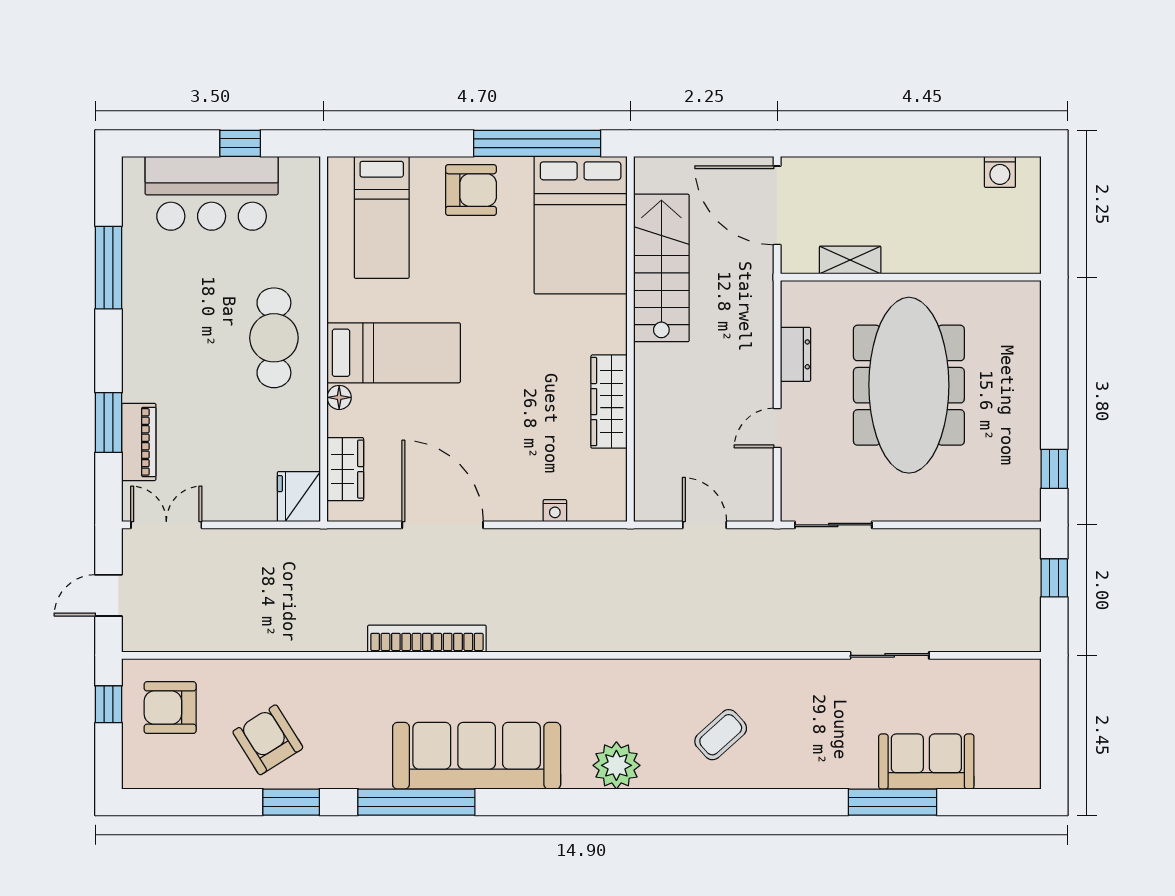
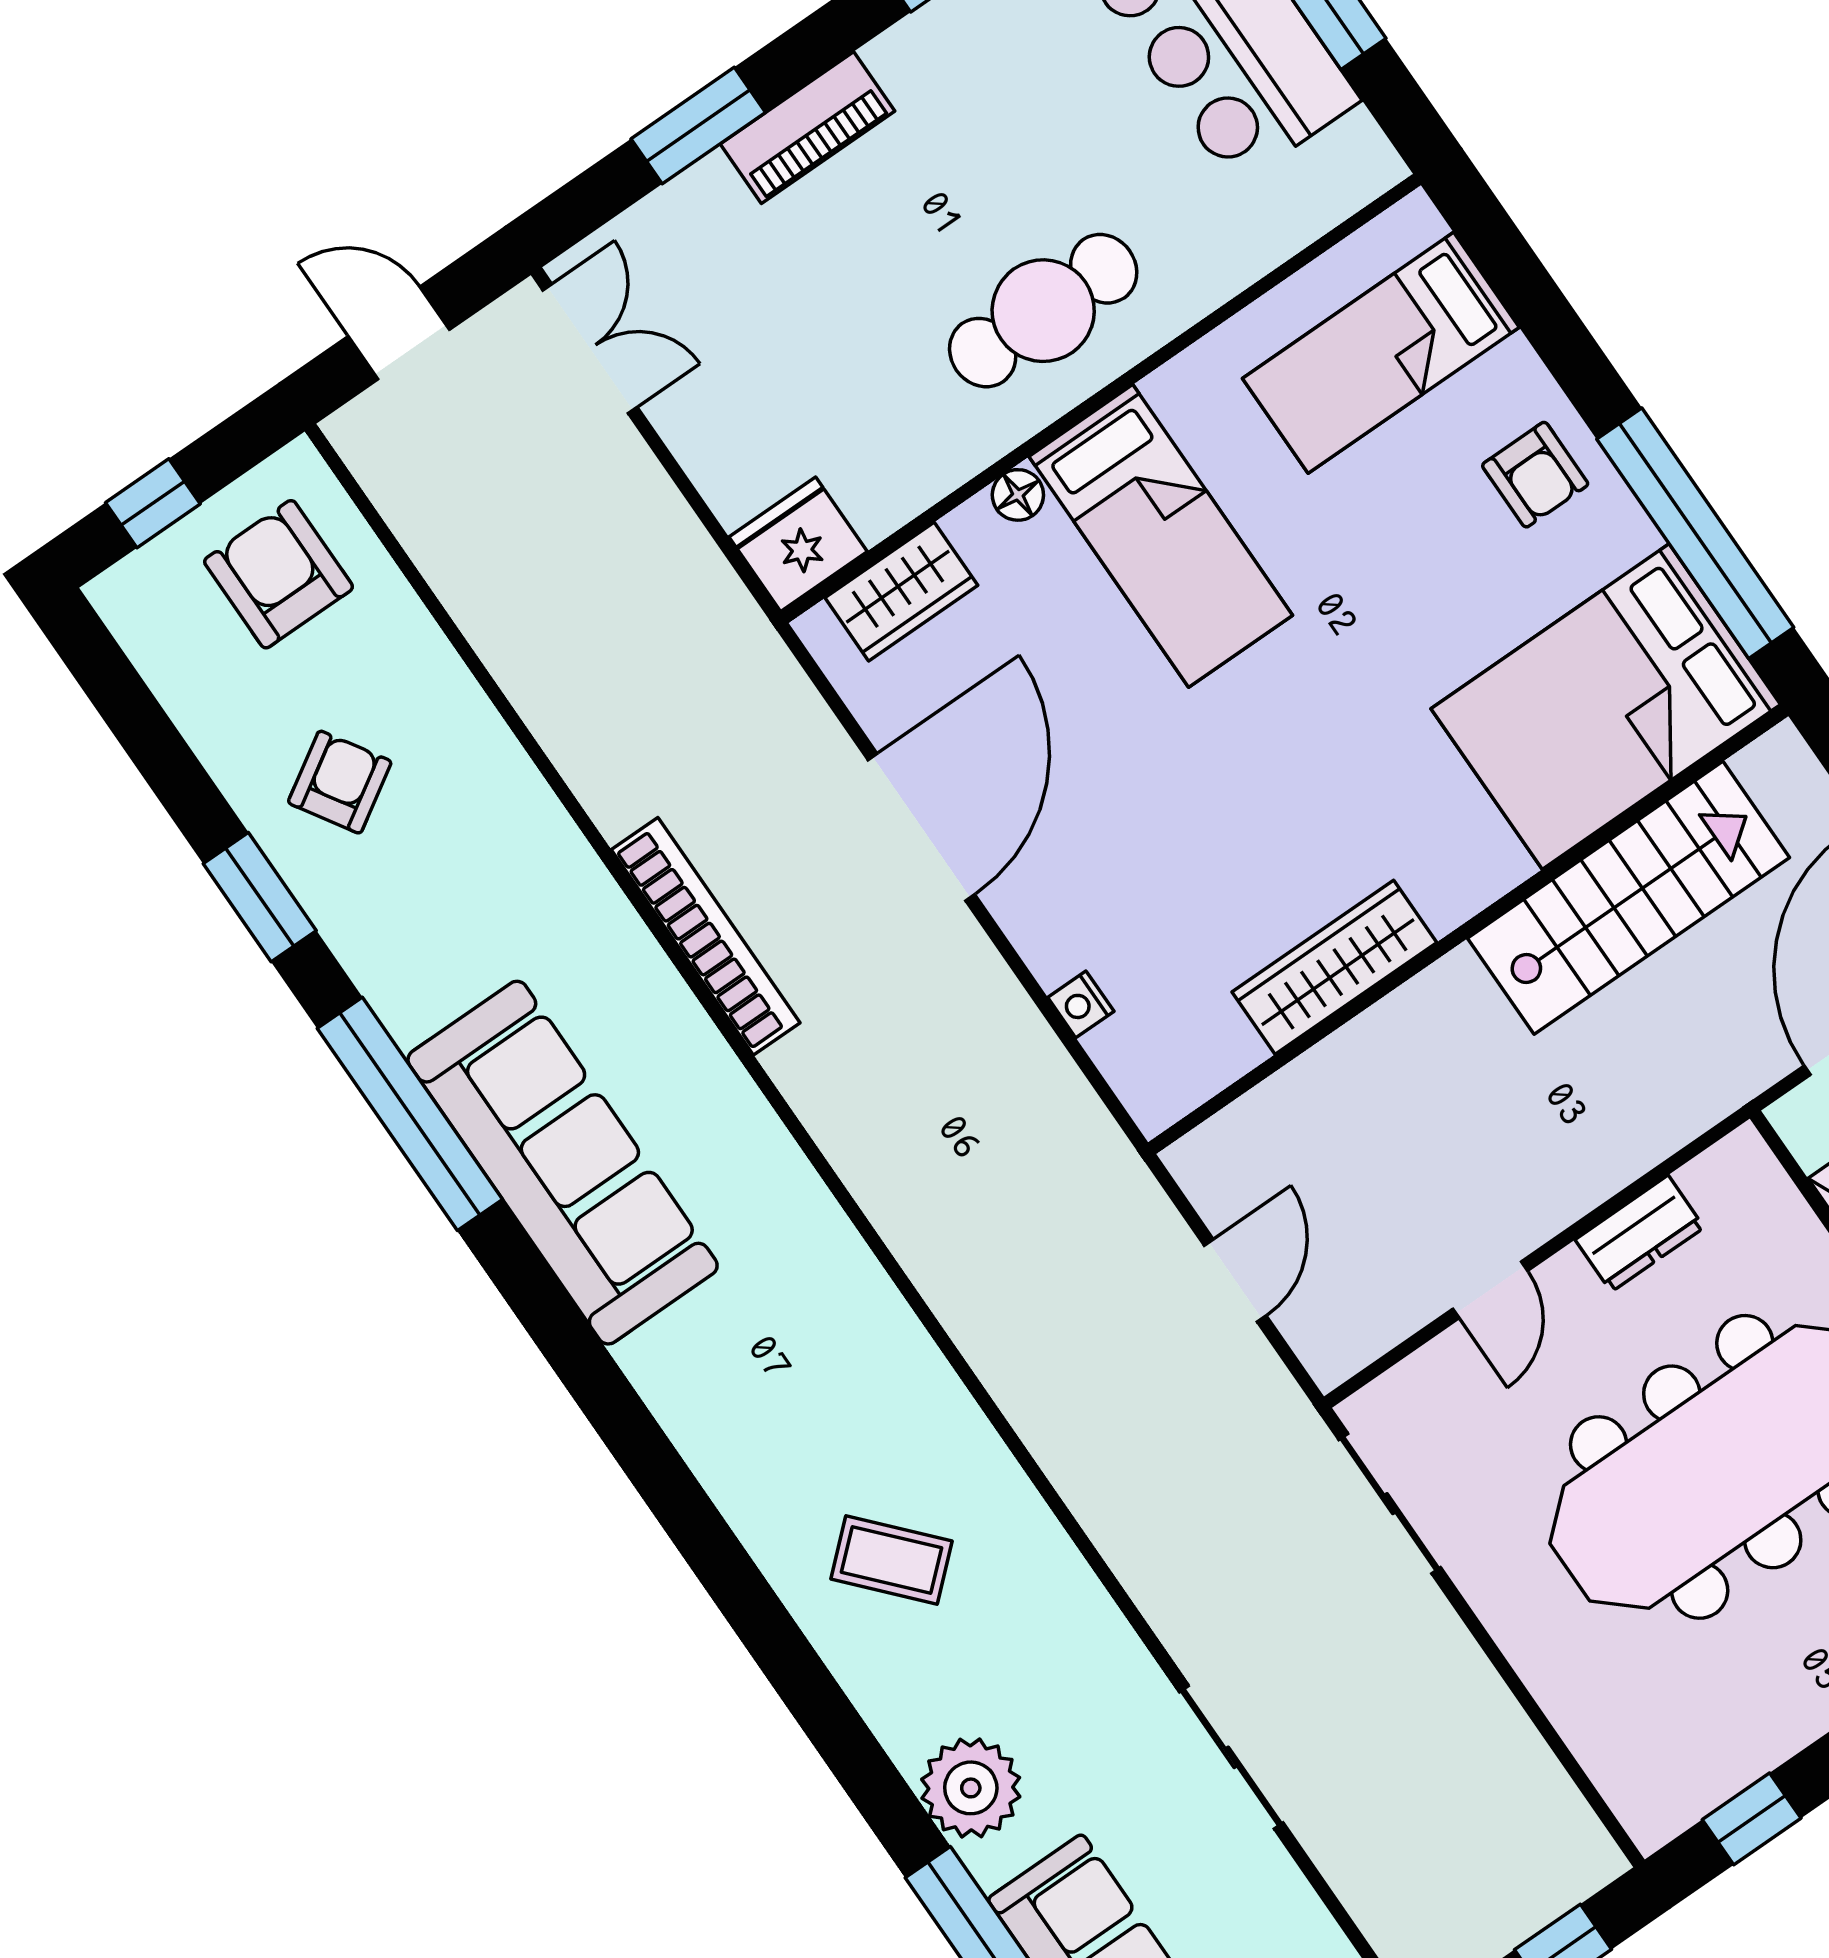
armchair: (471, 190) -> (1535, 475), width x0.72, depth x0.72
door: (777, 428) -> (1490, 1290), swing flipped
piano: (139, 442) -> (807, 128), moved
window: (108, 704) -> (153, 503), moved
armchair: (268, 740) -> (340, 782), width x0.72, depth x0.72
plant: (616, 765) -> (971, 1788), moved

